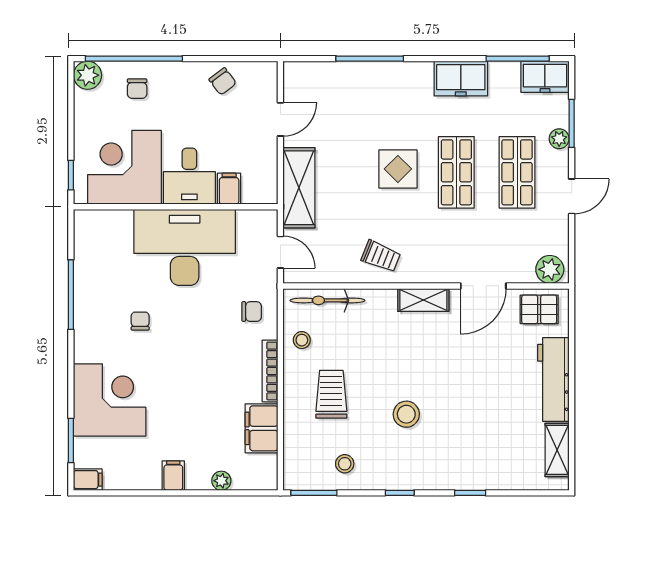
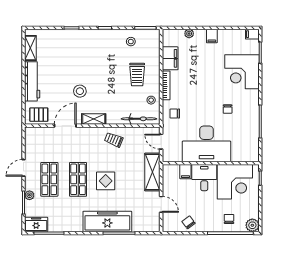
freezer: (461, 79) -> (107, 222), moved, width x1.91, depth x1.26
door: (280, 119) -> (161, 204), swing flipped
plant: (550, 269) -> (34, 133), removed
stool: (406, 414) -> (80, 91), moved

